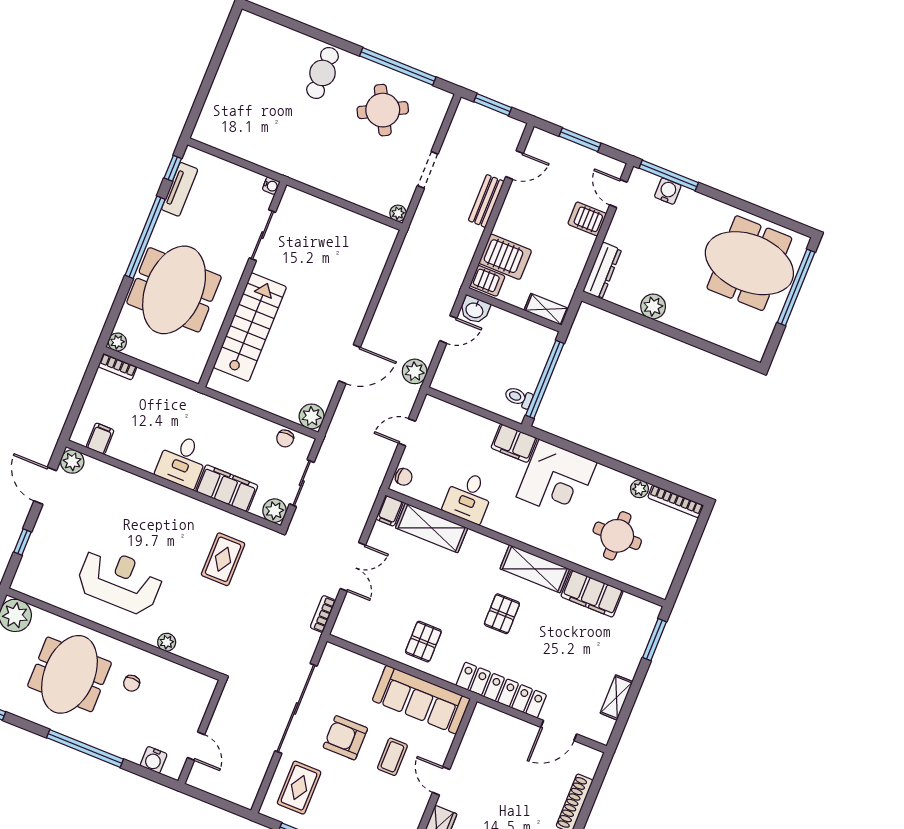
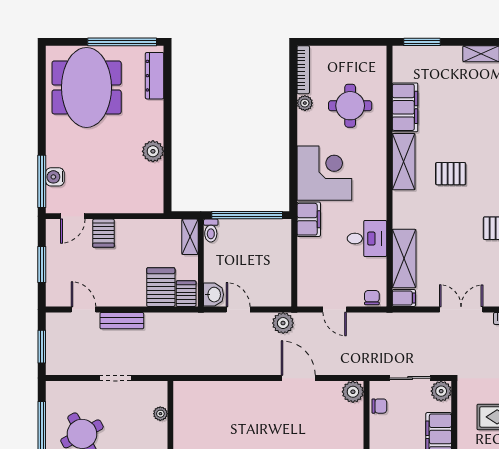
plant: (398, 213) -> (160, 414), moved
dresser: (602, 271) -> (155, 76), moved, turned -90
window: (796, 287) -> (122, 42), moved
toilet: (519, 397) -> (211, 231), moved

